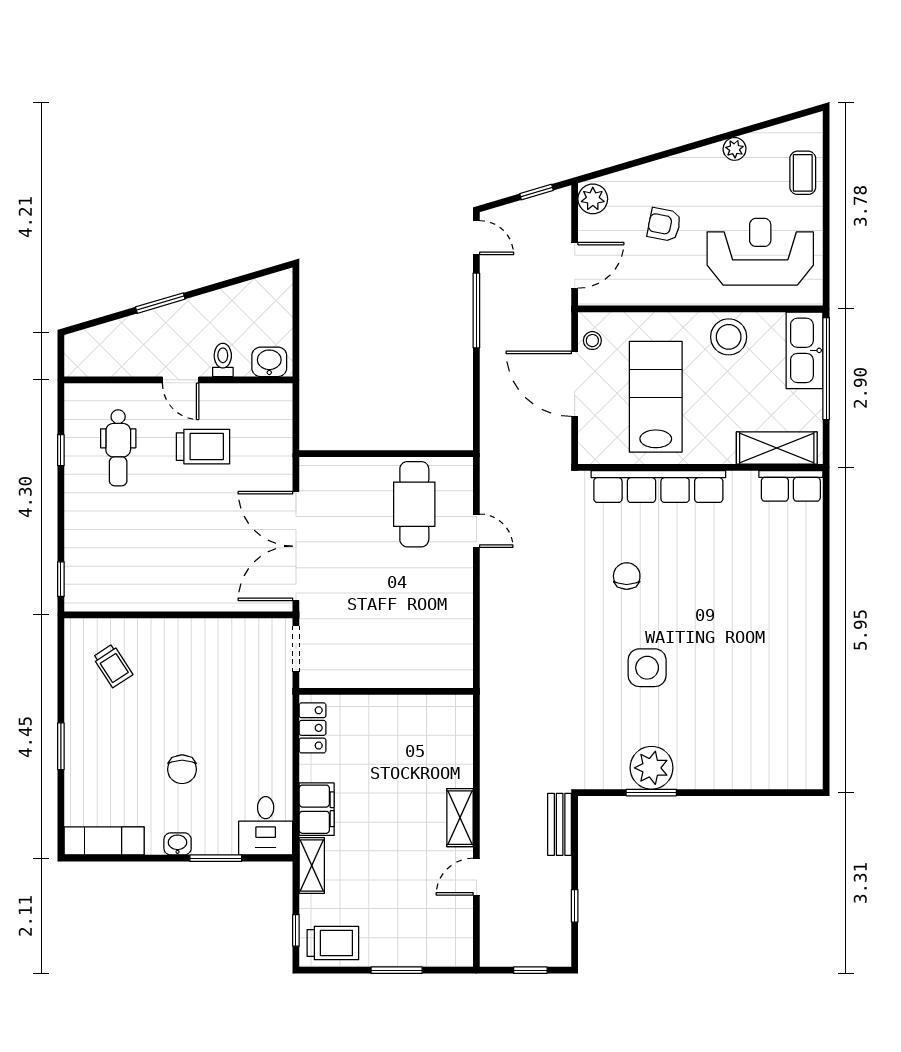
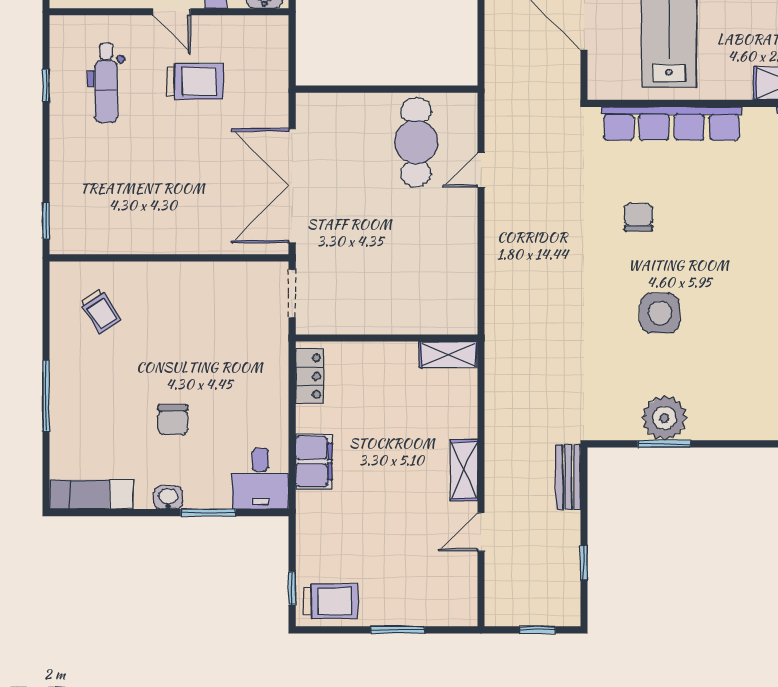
door: (476, 531) -> (481, 170), swing flipped
window: (61, 746) -> (46, 395), width x1.44
shelving: (312, 865) -> (448, 355), moved, turned 90

